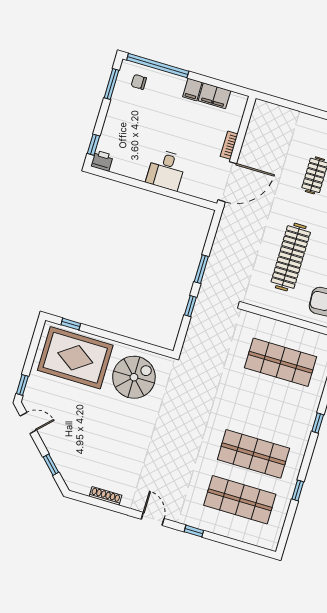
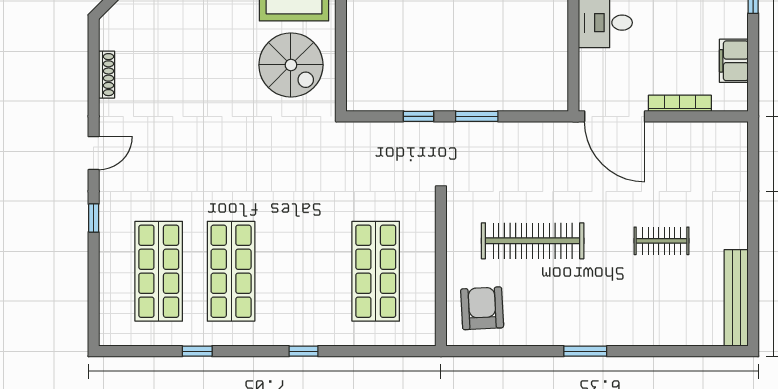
filing cabinet: (192, 90) -> (733, 26), removed
bookcase: (229, 145) -> (680, 103), width x1.56

